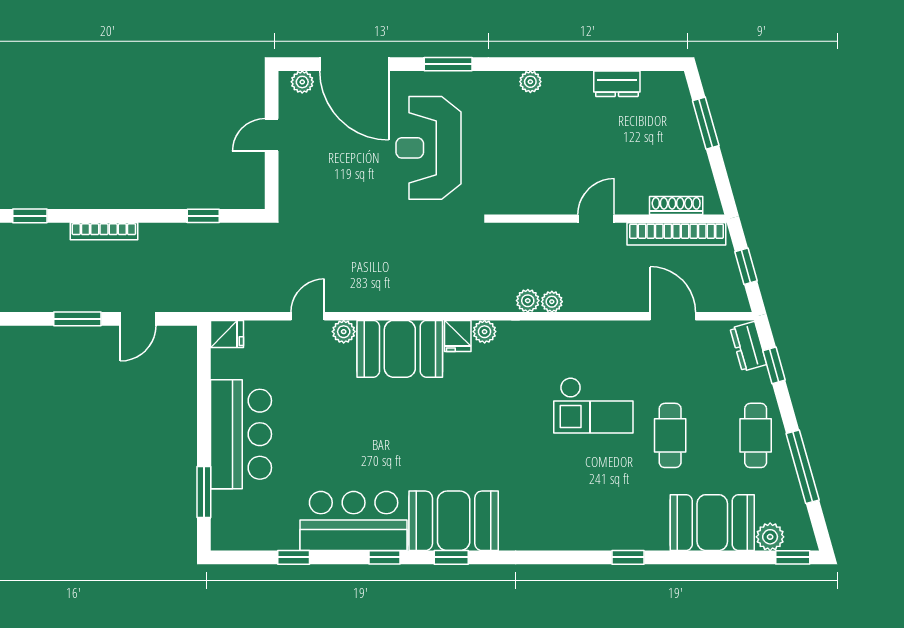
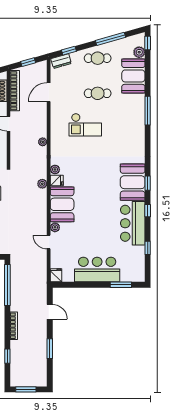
window: (203, 216) -> (7, 285), width x3.17
plant: (528, 301) -> (42, 184), moved
window: (77, 319) -> (50, 349), moved
checkout: (593, 405) -> (85, 125), turned 90
window: (628, 557) -> (148, 111), width x2.17

